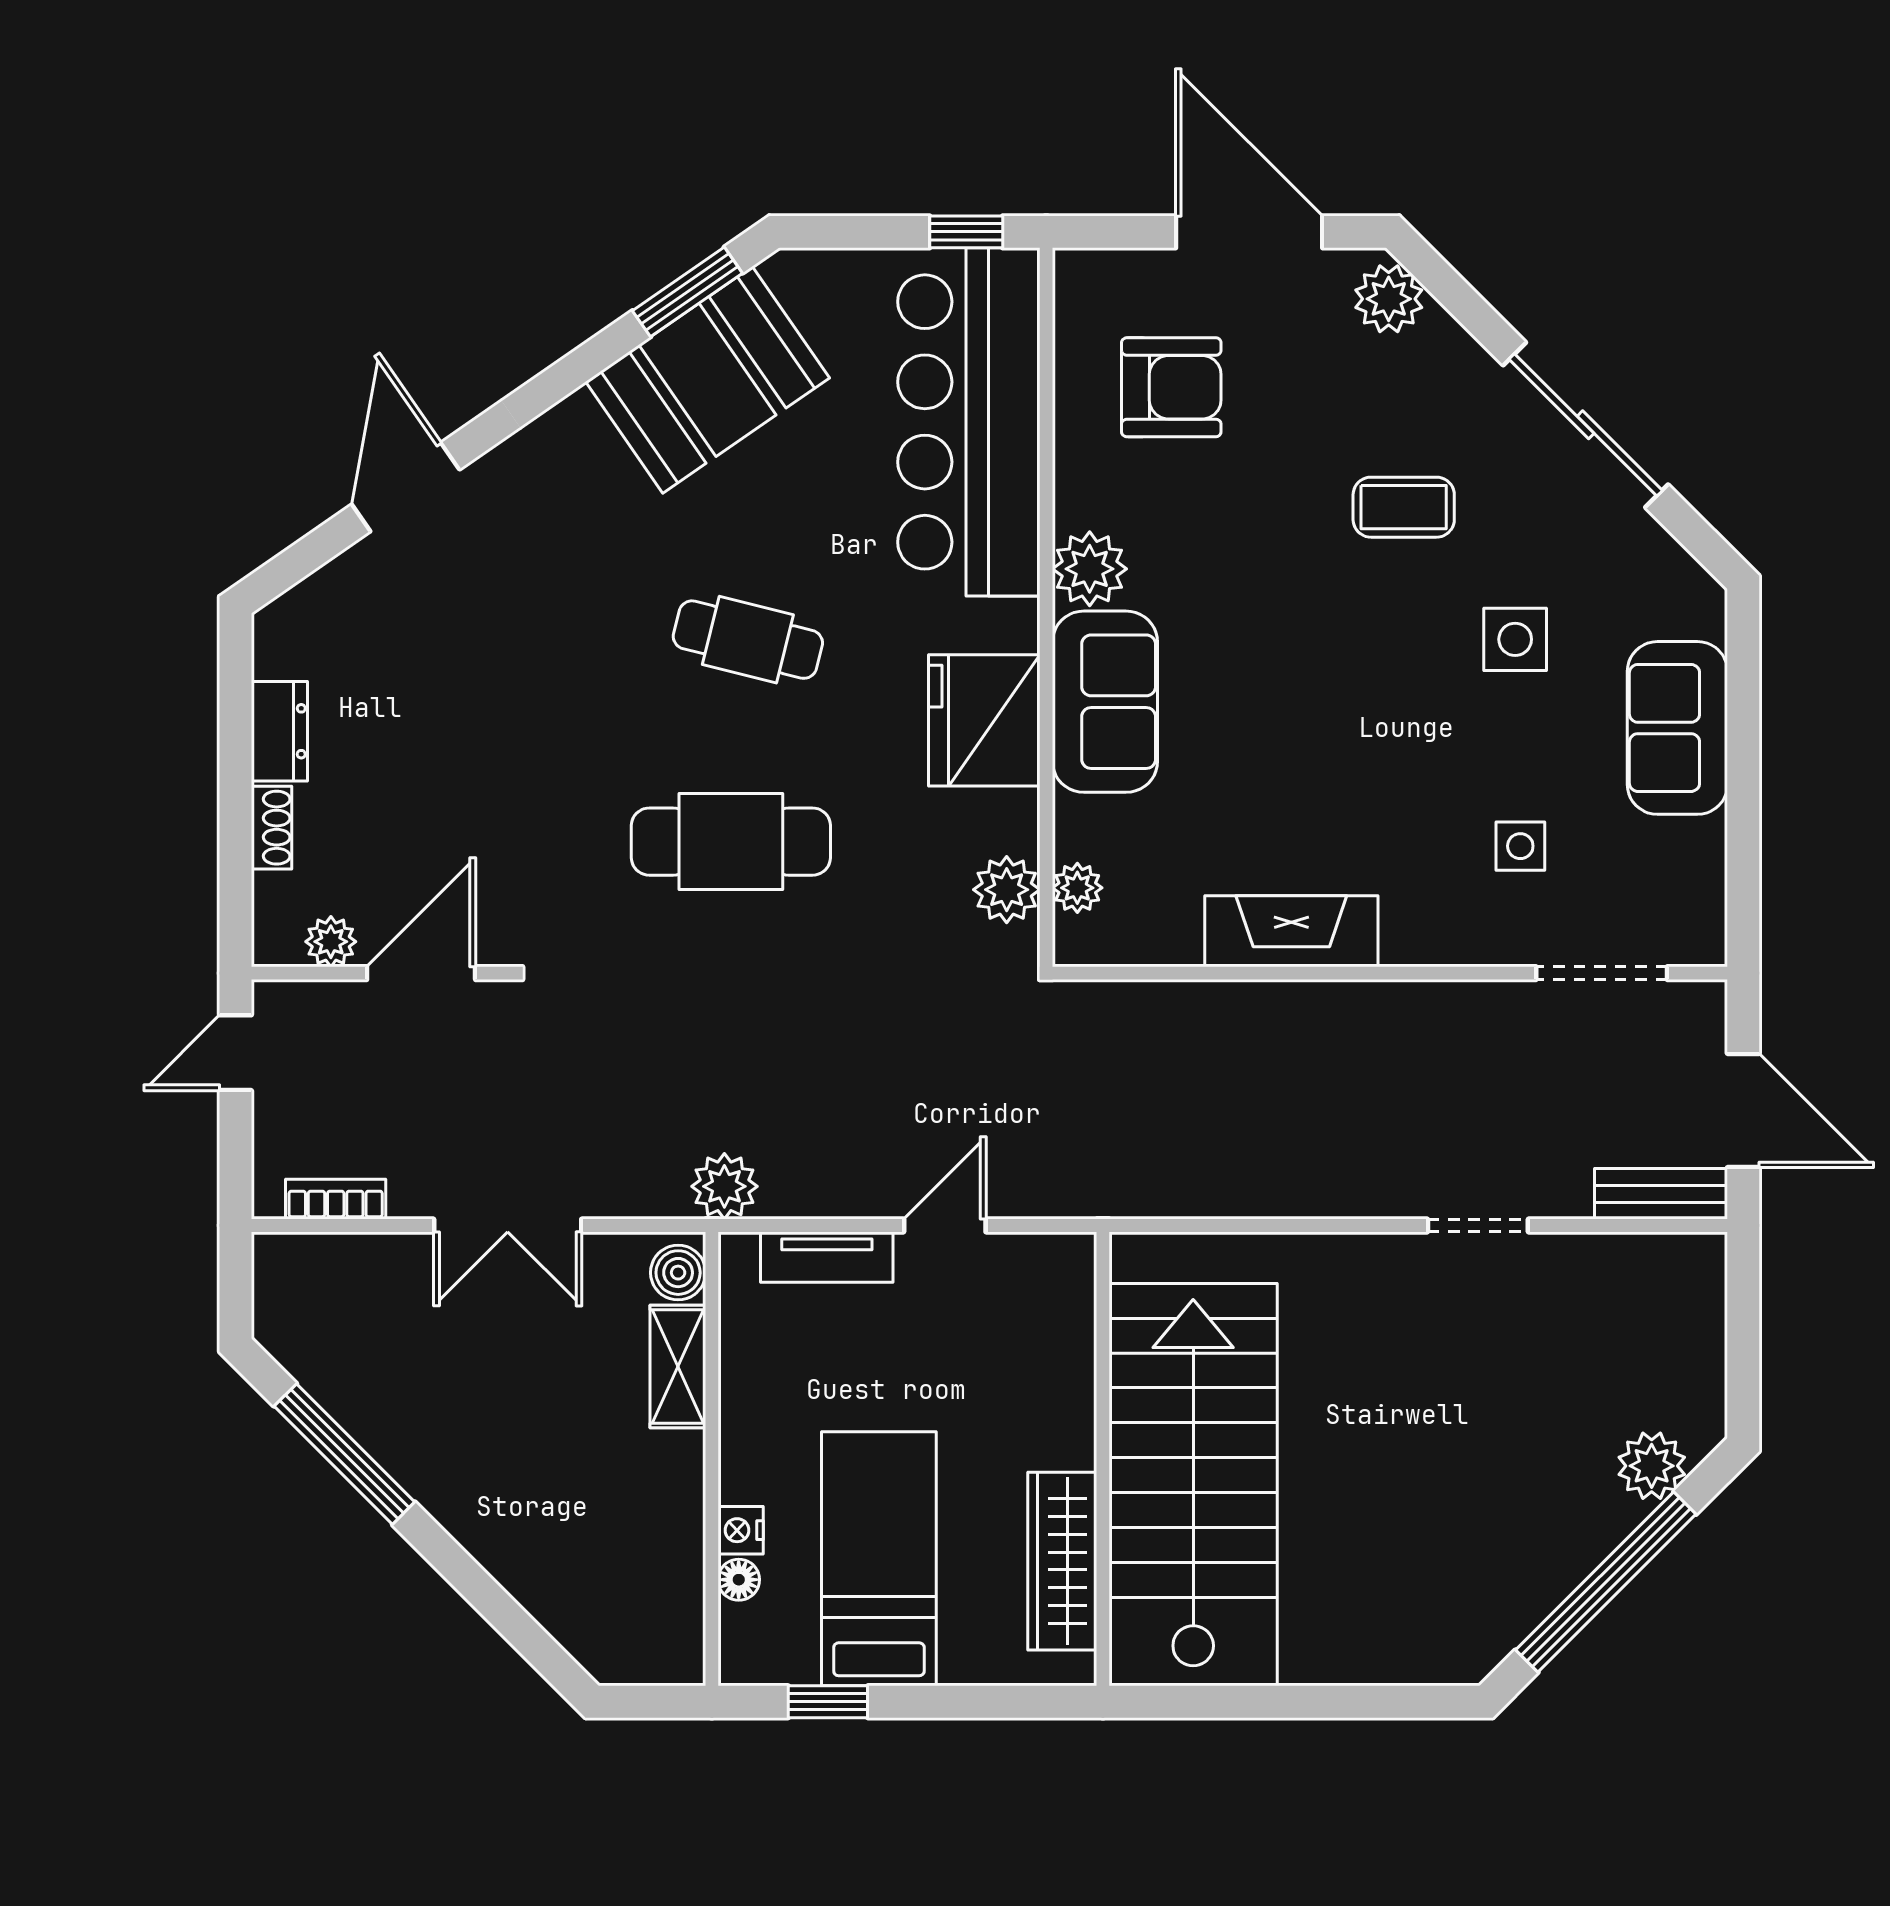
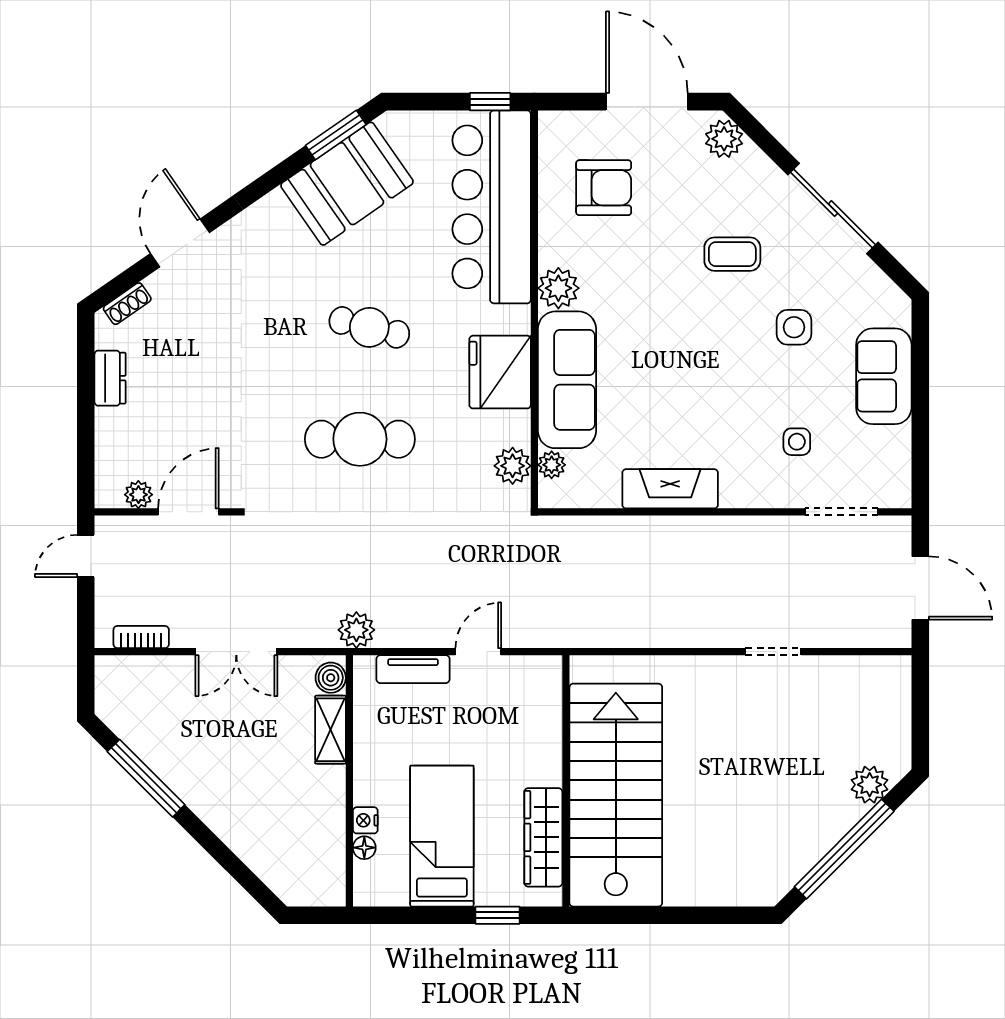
sofa: (1105, 702) -> (567, 380), width x1.36
shoe rack: (271, 828) -> (127, 304), moved, turned 55
bench: (1661, 1194) -> (875, 634), removed
window: (828, 1702) -> (498, 915), moved

